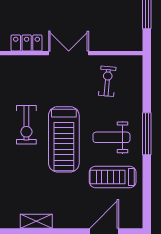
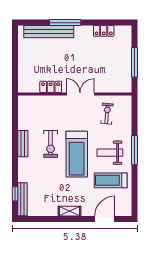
shelving: (36, 221) -> (69, 211), moved

